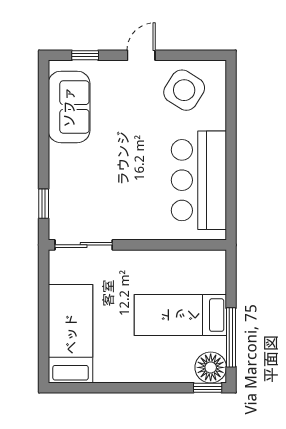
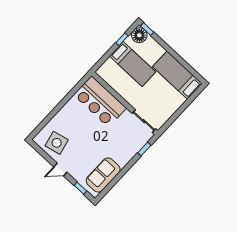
side table: (184, 90) -> (57, 143), turned 45
bar counter: (199, 180) -> (100, 102), moved, turned 90
bed: (71, 334) -> (177, 75), moved, turned 90
window: (231, 337) -> (122, 39), width x0.46

